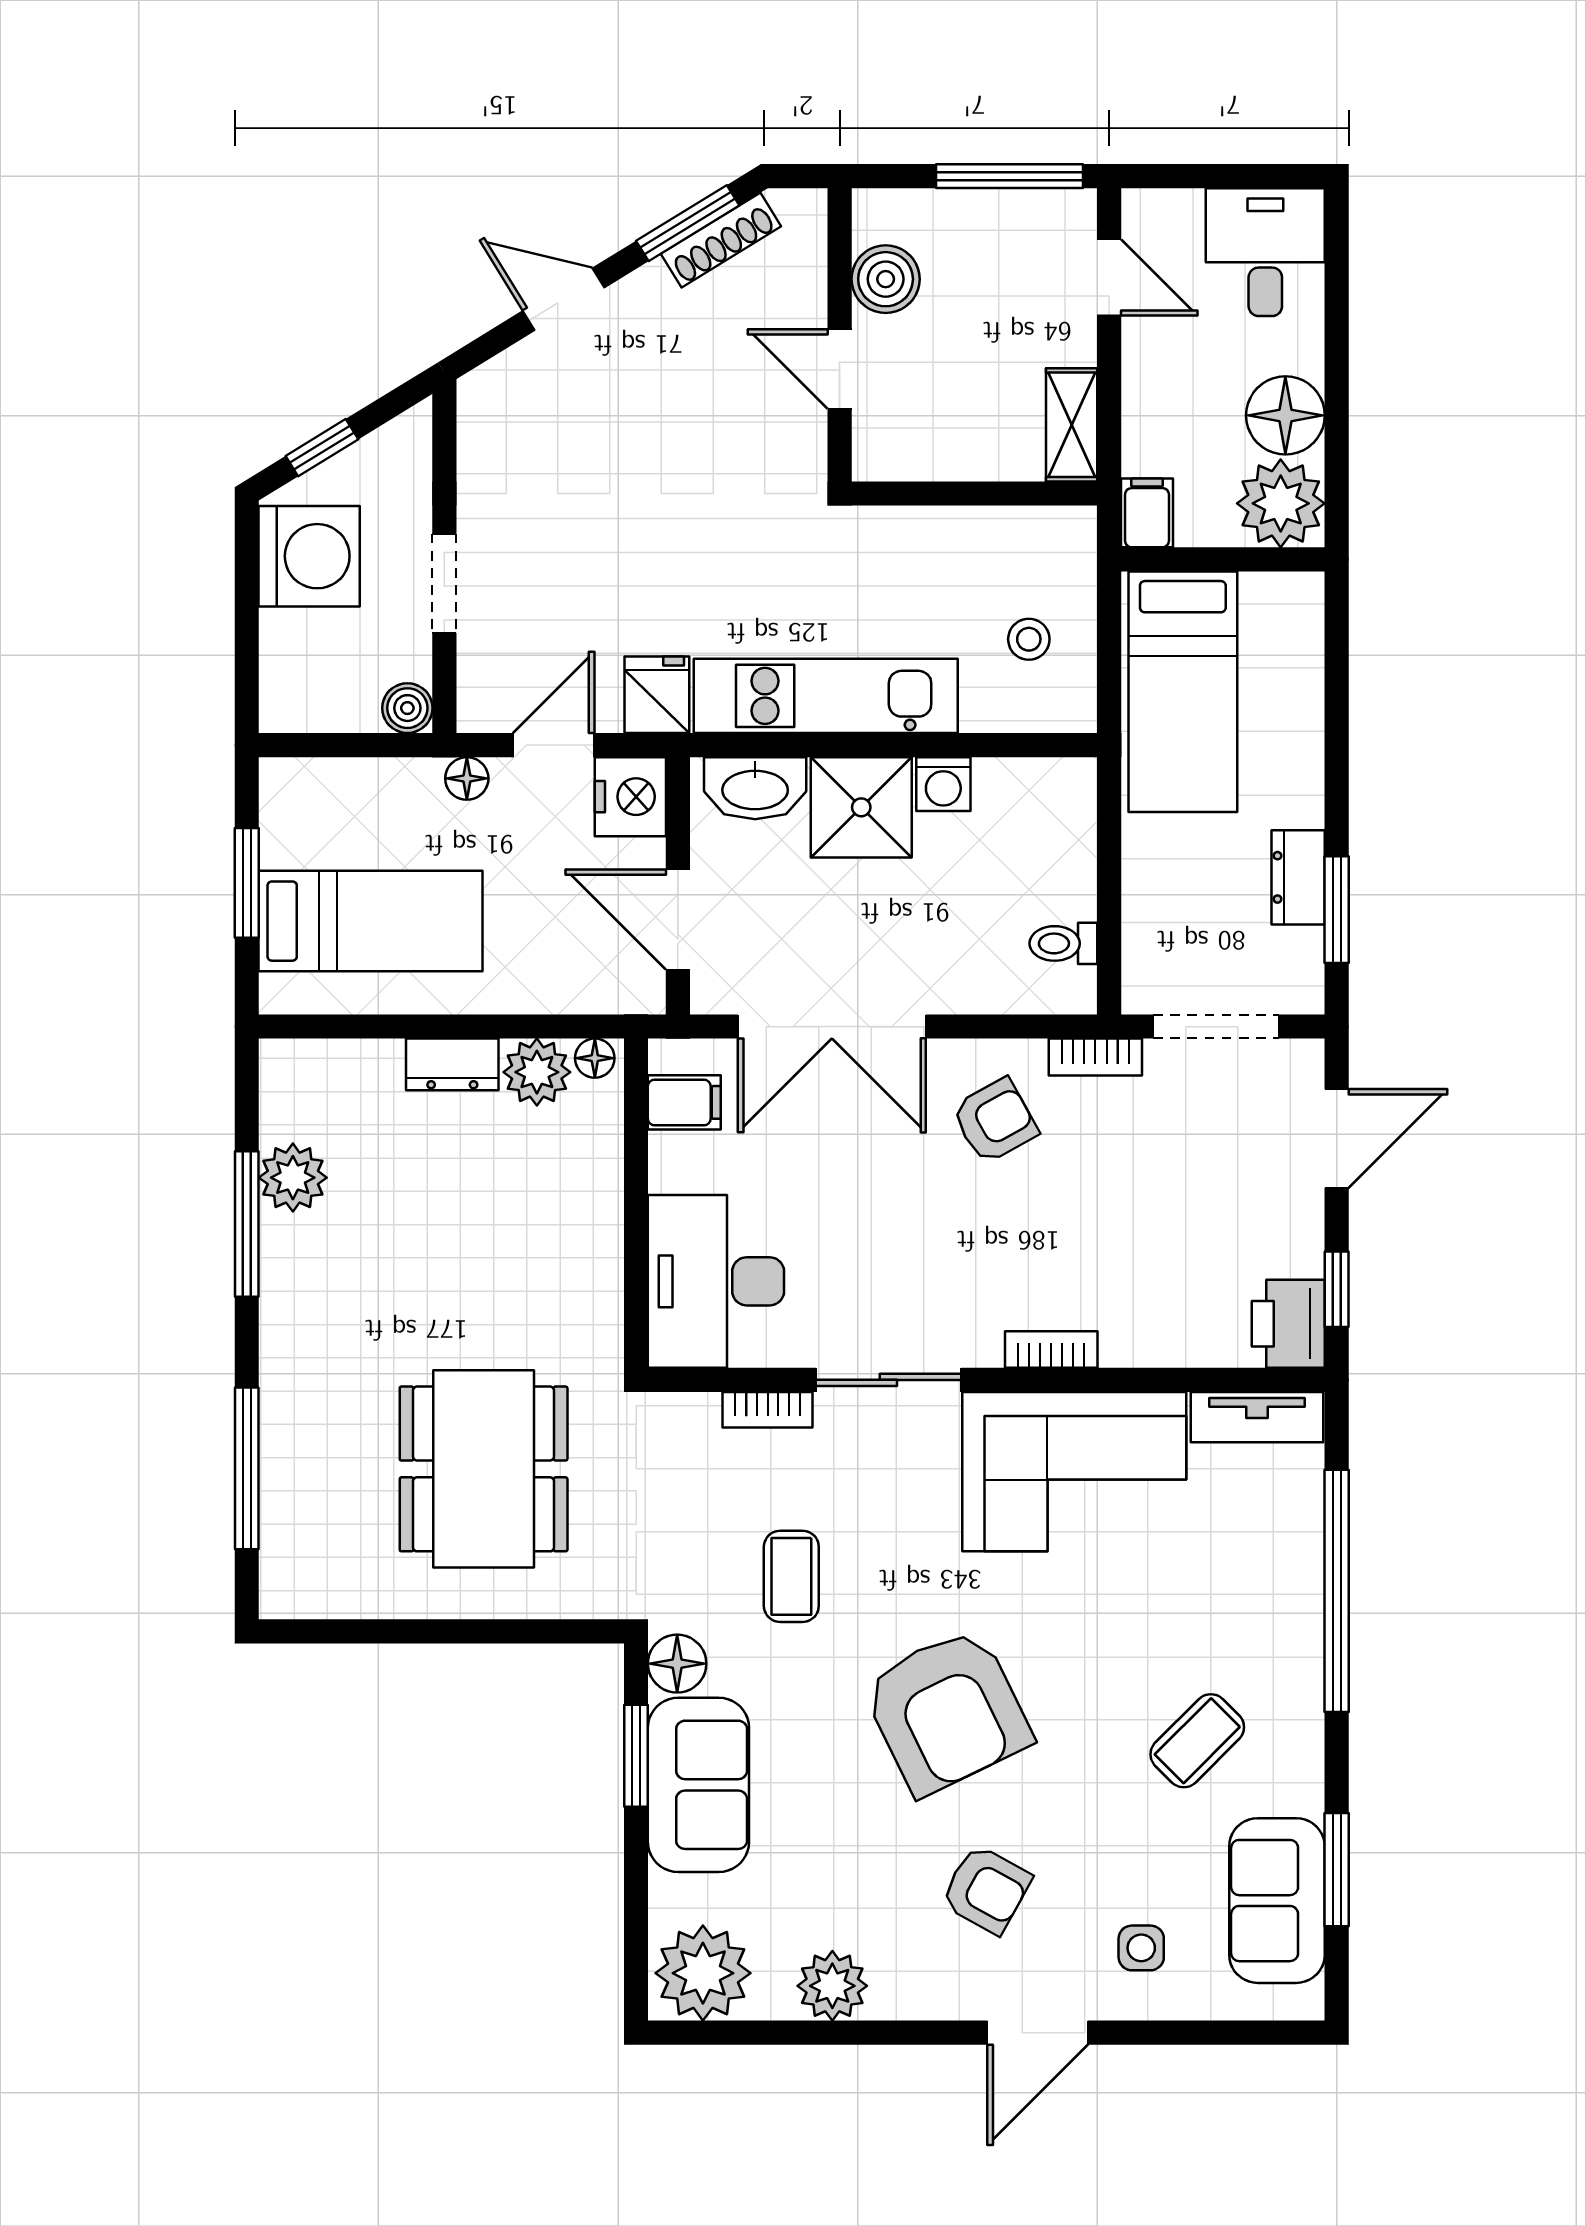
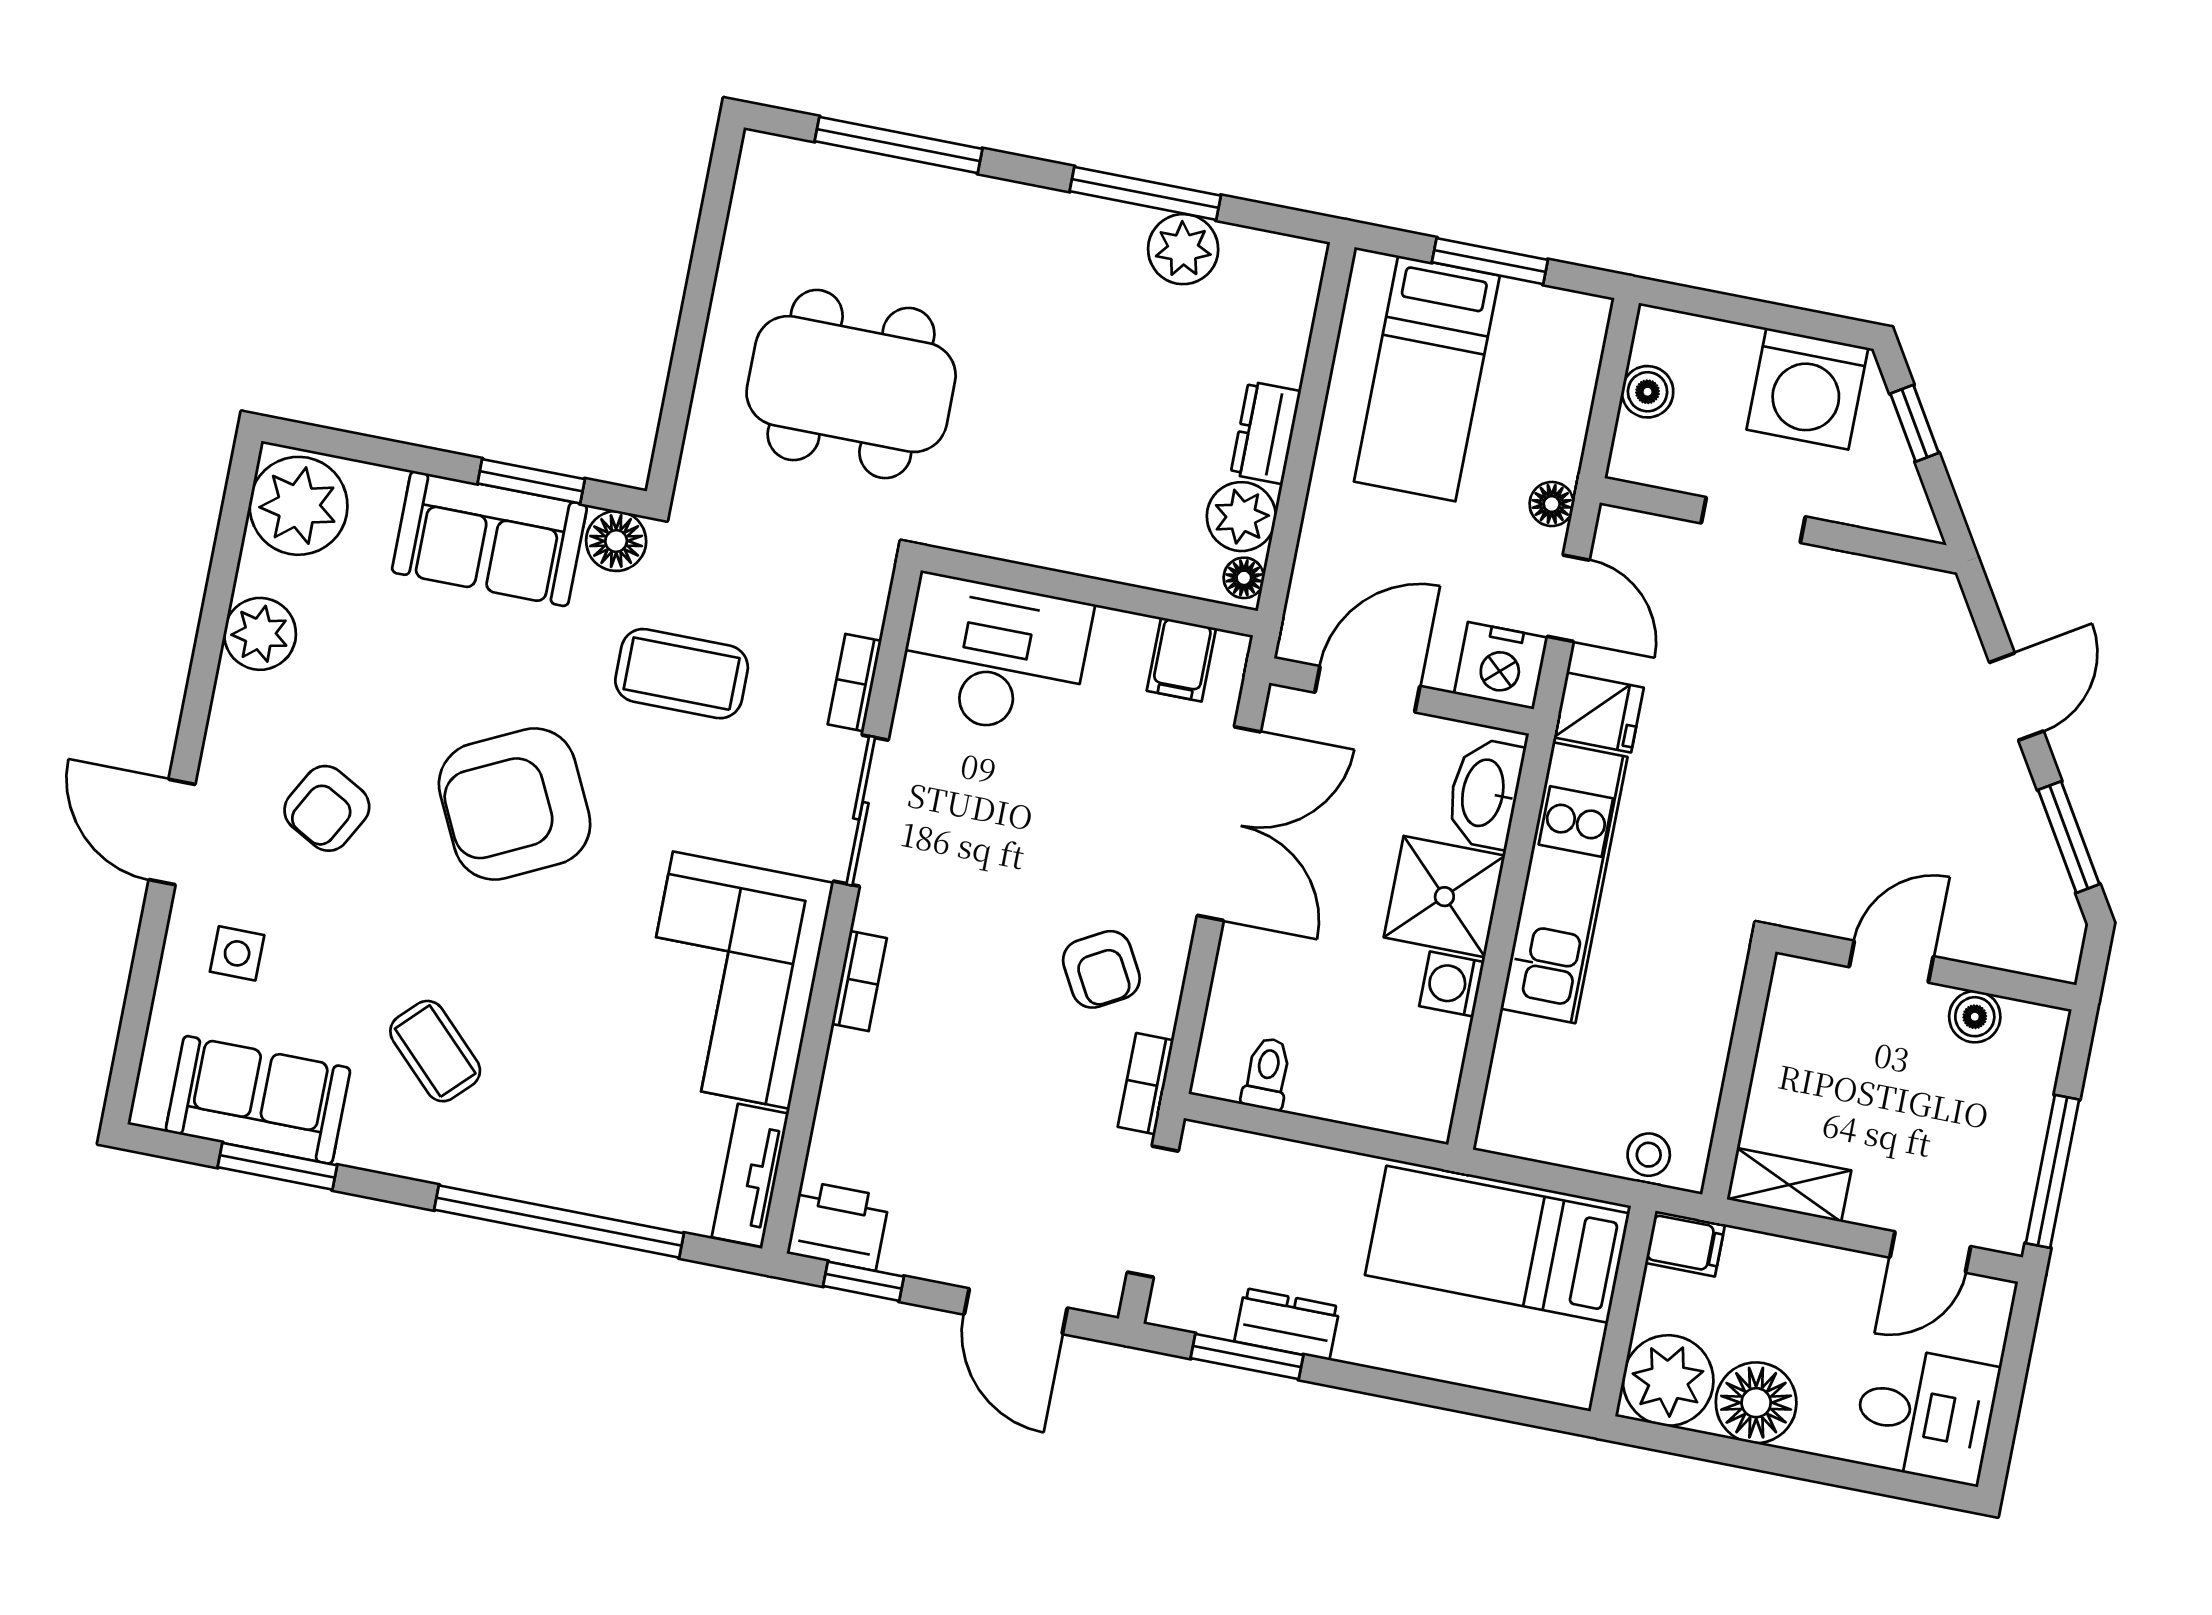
shoe rack: (721, 240) -> (2045, 867), removed
boiler: (886, 279) -> (1975, 1017), width x0.73, depth x0.73
stool: (1029, 639) -> (1649, 1155), moved
boiler: (407, 708) -> (1648, 392), moved
double door: (832, 1027) -> (1229, 824), swing flipped
coffee table: (791, 1576) -> (682, 674), width x1.36, depth x1.30

